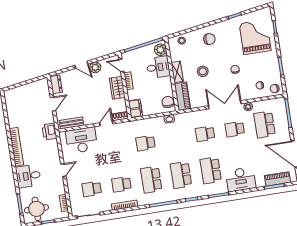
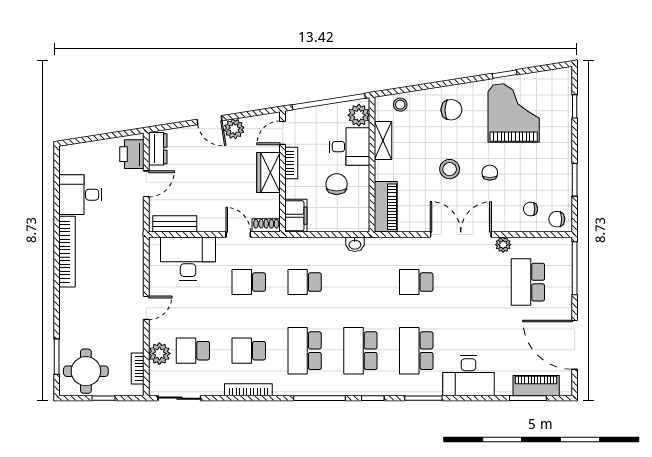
grand piano: (255, 37) -> (514, 113), moved
door: (121, 65) -> (283, 133), hinge flipped
stool: (203, 71) -> (450, 169), moved
shelving: (177, 72) -> (383, 141), moved
chair: (168, 102) -> (337, 184), moved
door: (106, 123) -> (238, 235), hinge flipped
school desk: (235, 129) -> (249, 282), moved
printer: (49, 132) -> (132, 154), moved
desk: (28, 176) -> (80, 195), moved
plant: (74, 193) -> (159, 354), added

